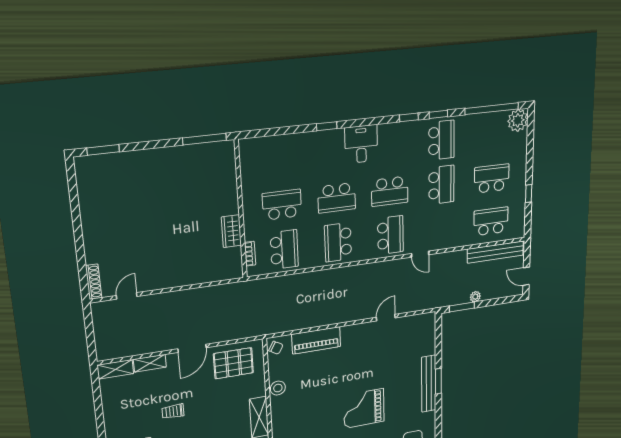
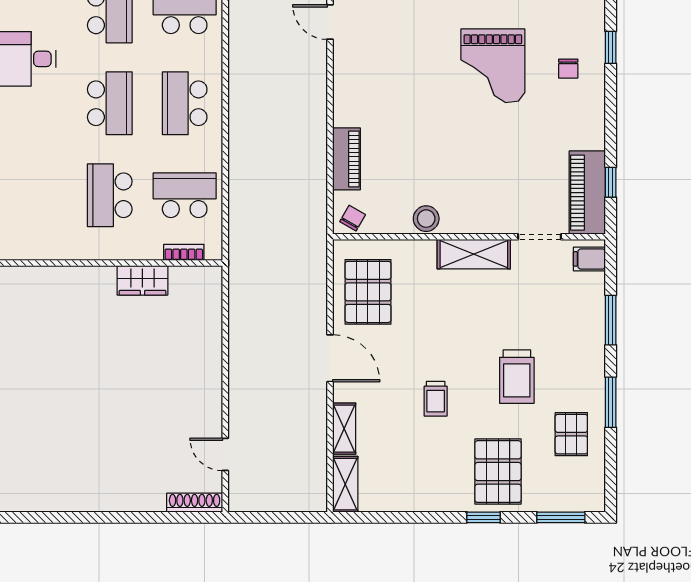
school desk: (338, 242) -> (185, 103), turned 90
piano: (316, 340) -> (346, 159), width x0.73, depth x0.75

